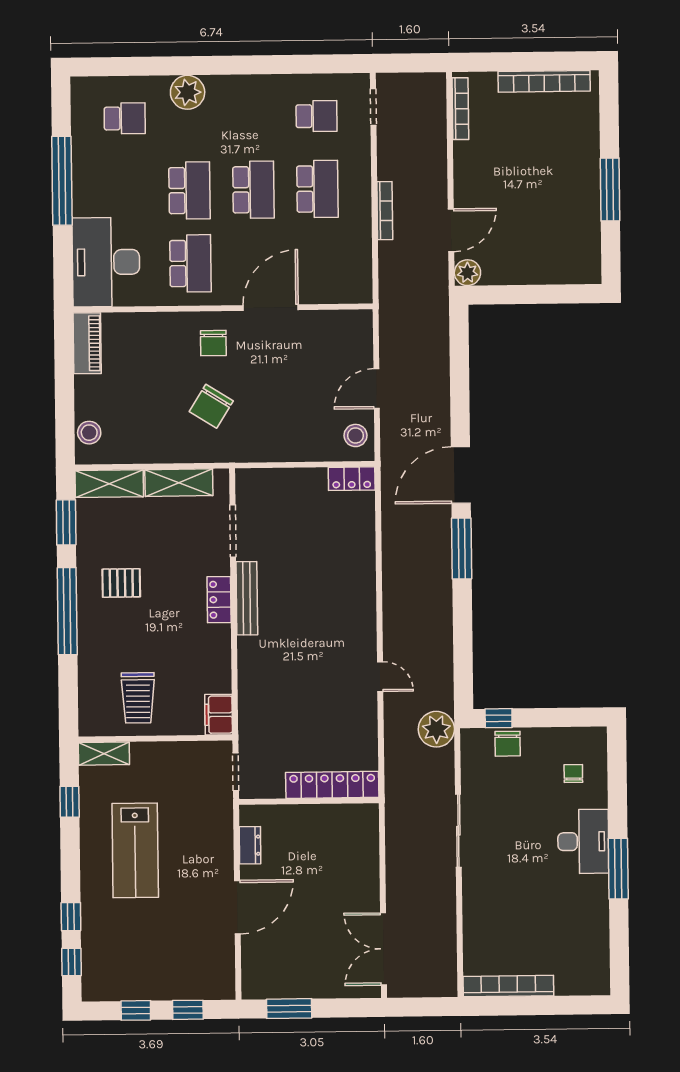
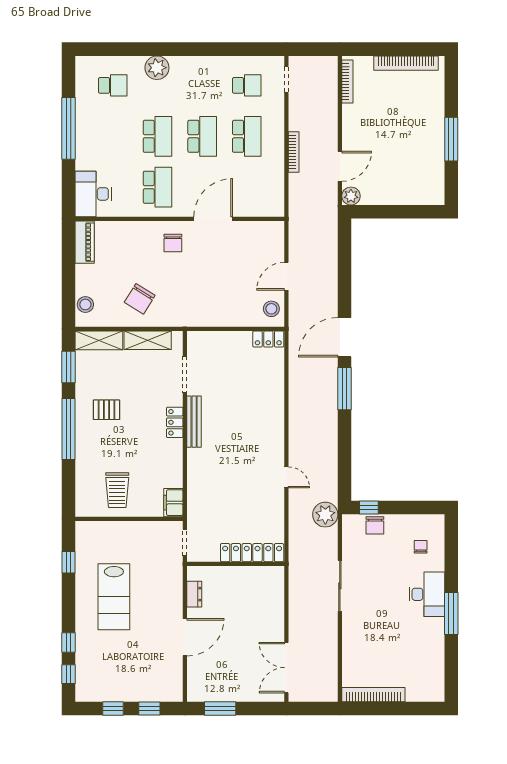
desk: (106, 262) -> (93, 194), width x0.73, depth x0.77
chair: (211, 406) -> (140, 299), moved
shelving: (104, 754) -> (93, 529), removed

